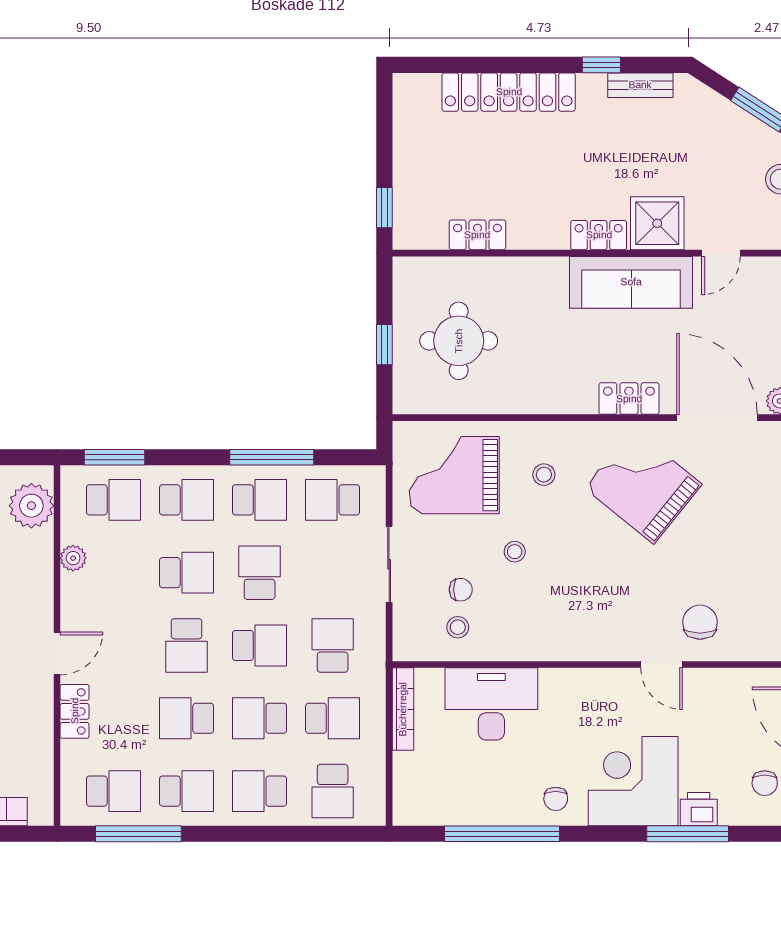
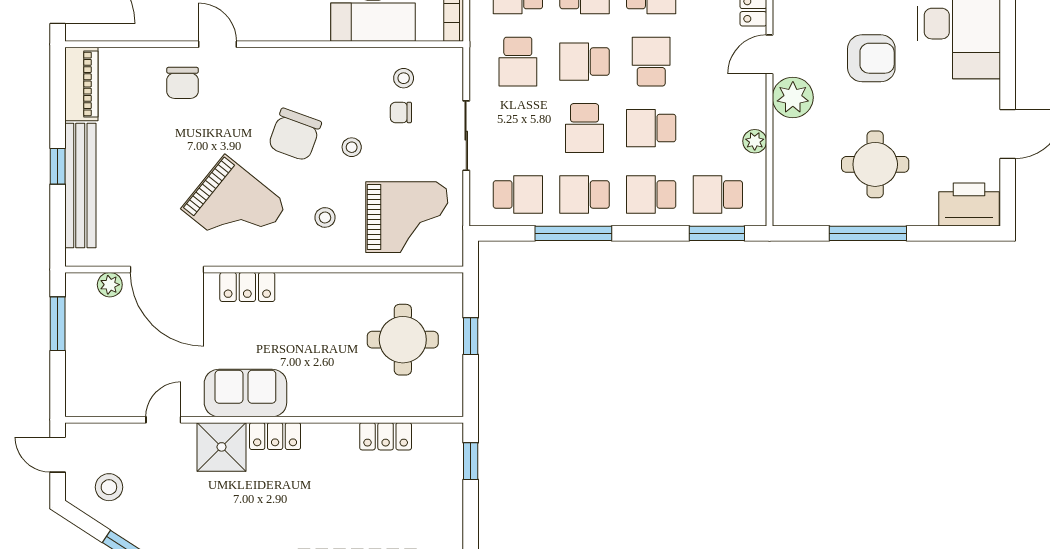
sofa: (631, 282) -> (245, 393), width x0.73
plant: (31, 506) -> (793, 97), moved
chair: (577, 565) -> (295, 135), added

